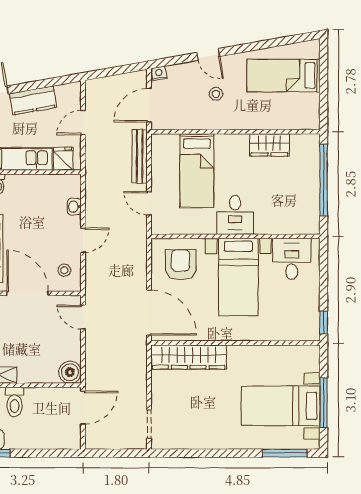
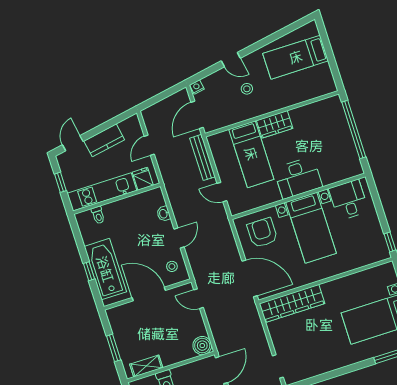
wardrobe: (269, 145) -> (275, 124), moved
desk: (235, 215) -> (298, 178), width x1.37

